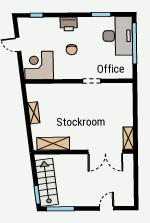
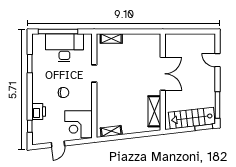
printer: (69, 24) -> (39, 112), moved
desk: (118, 36) -> (64, 48), moved
shelving: (34, 113) -> (111, 131), moved
shelving: (128, 138) -> (111, 39), moved
double door: (105, 152) -> (163, 74), moved

